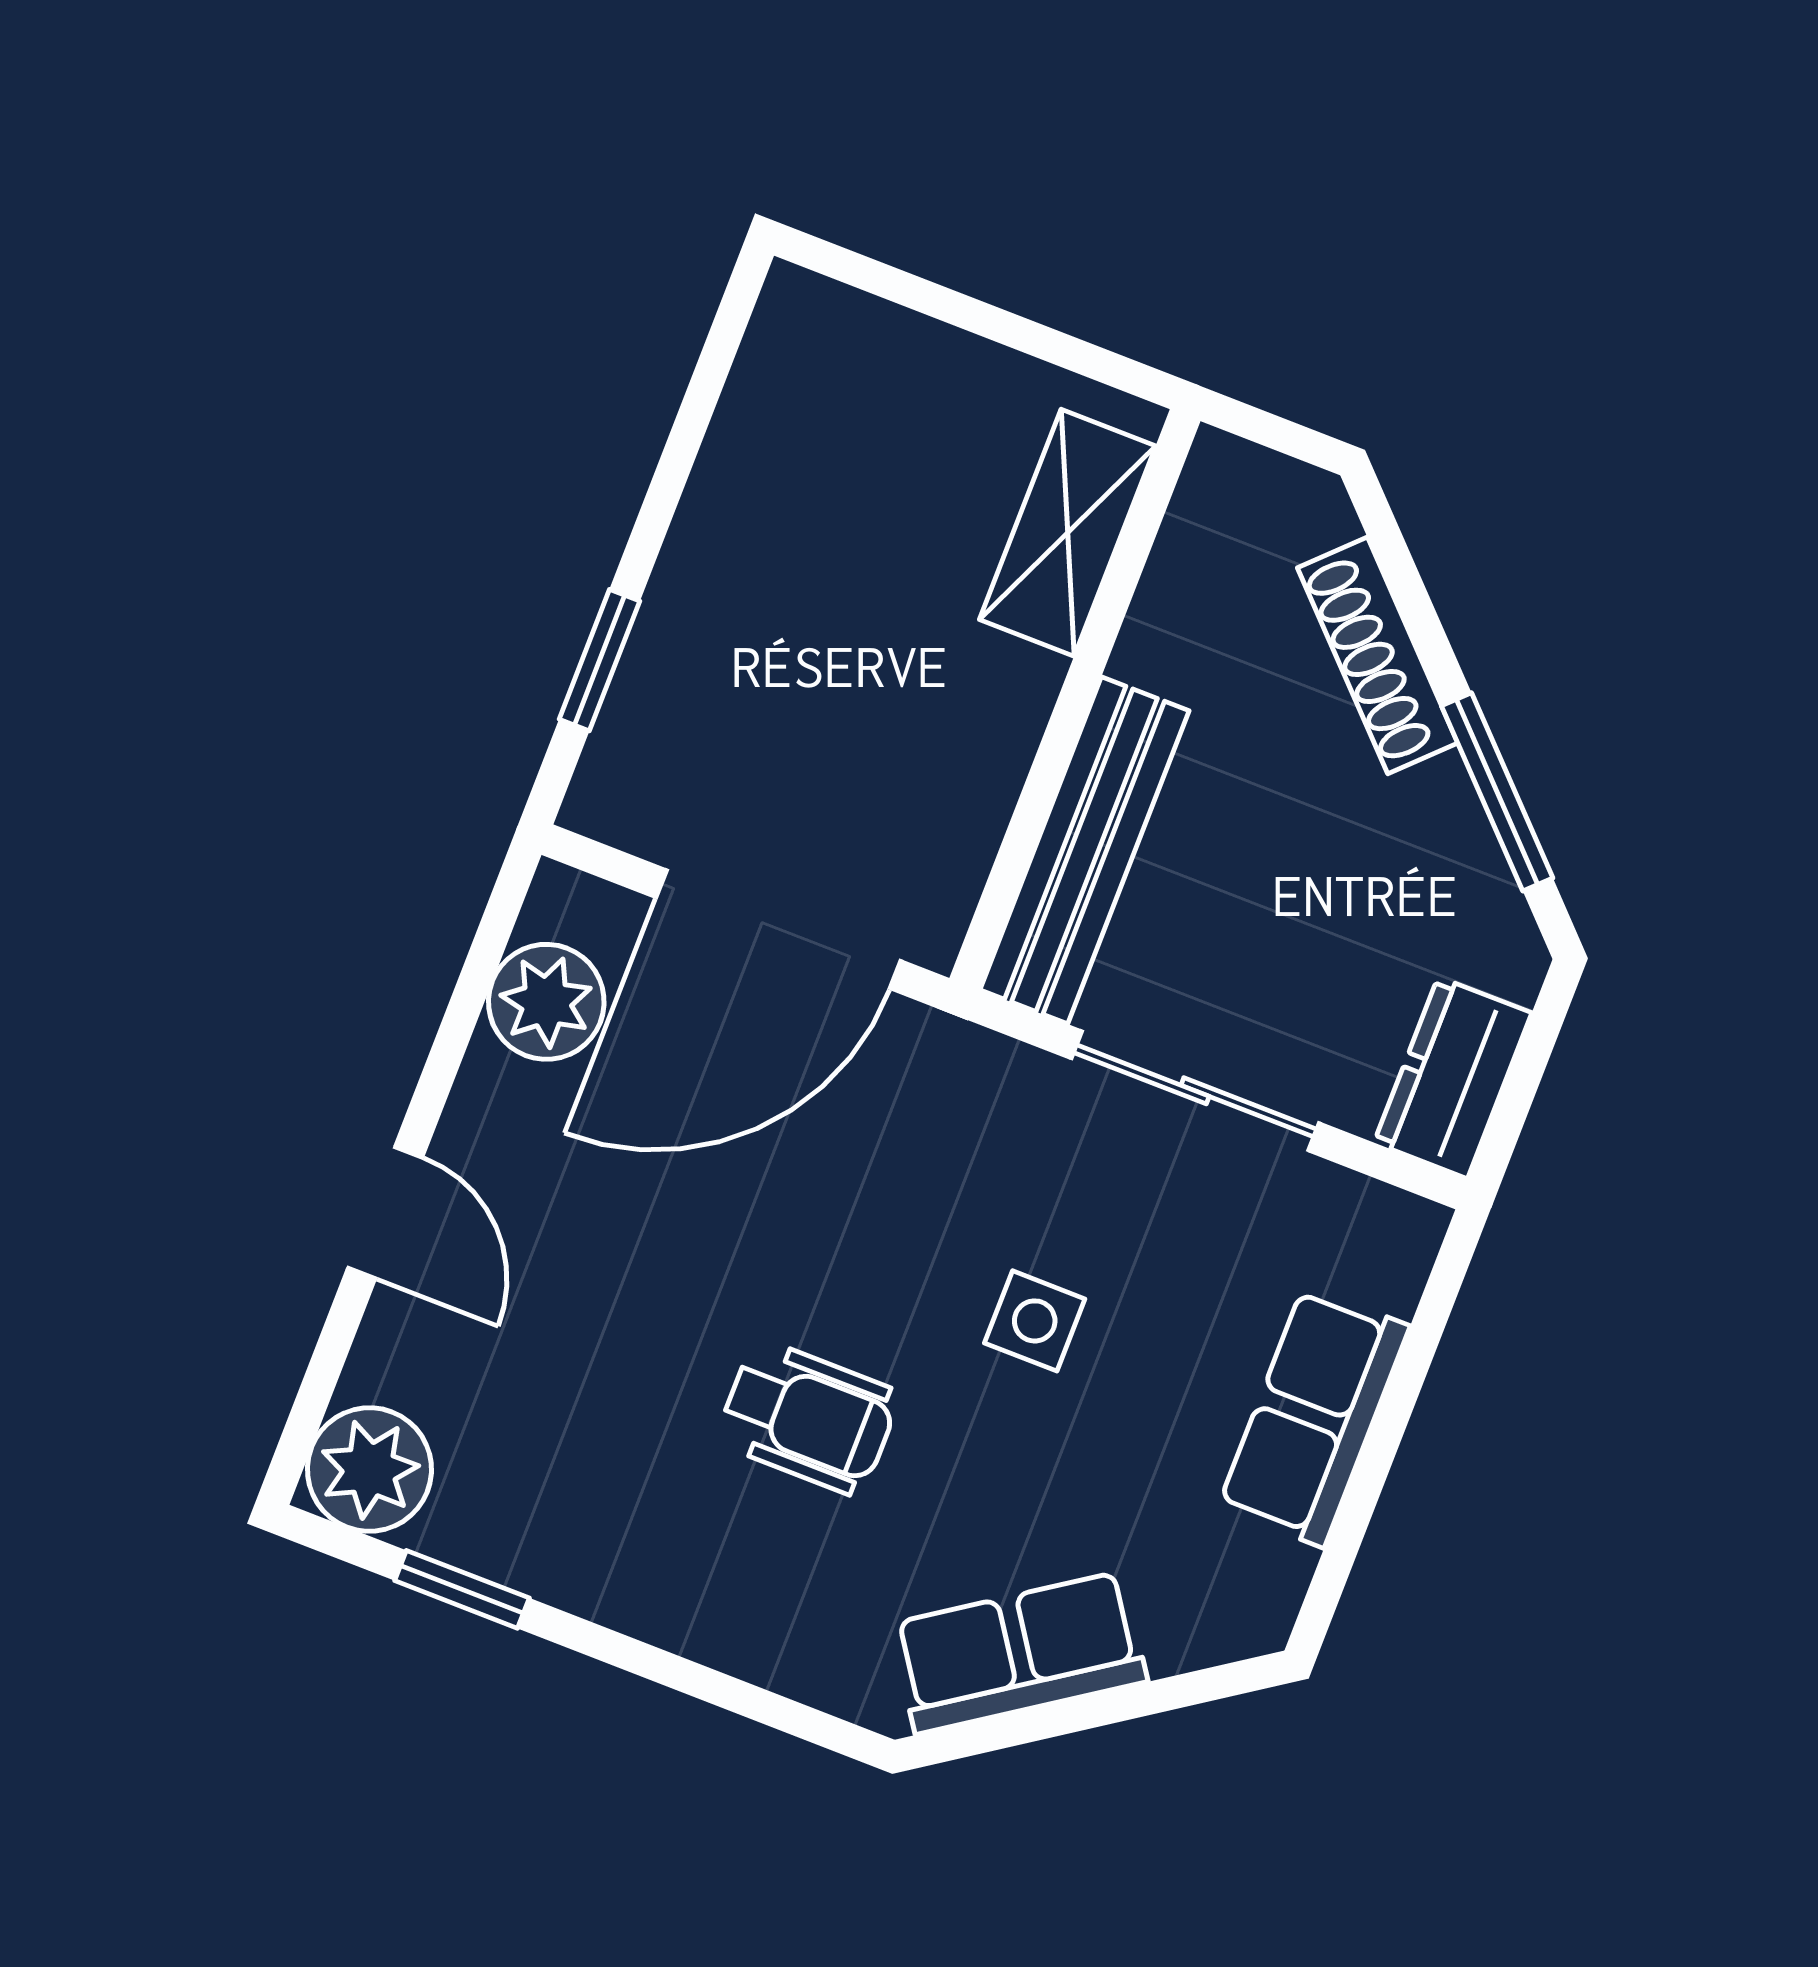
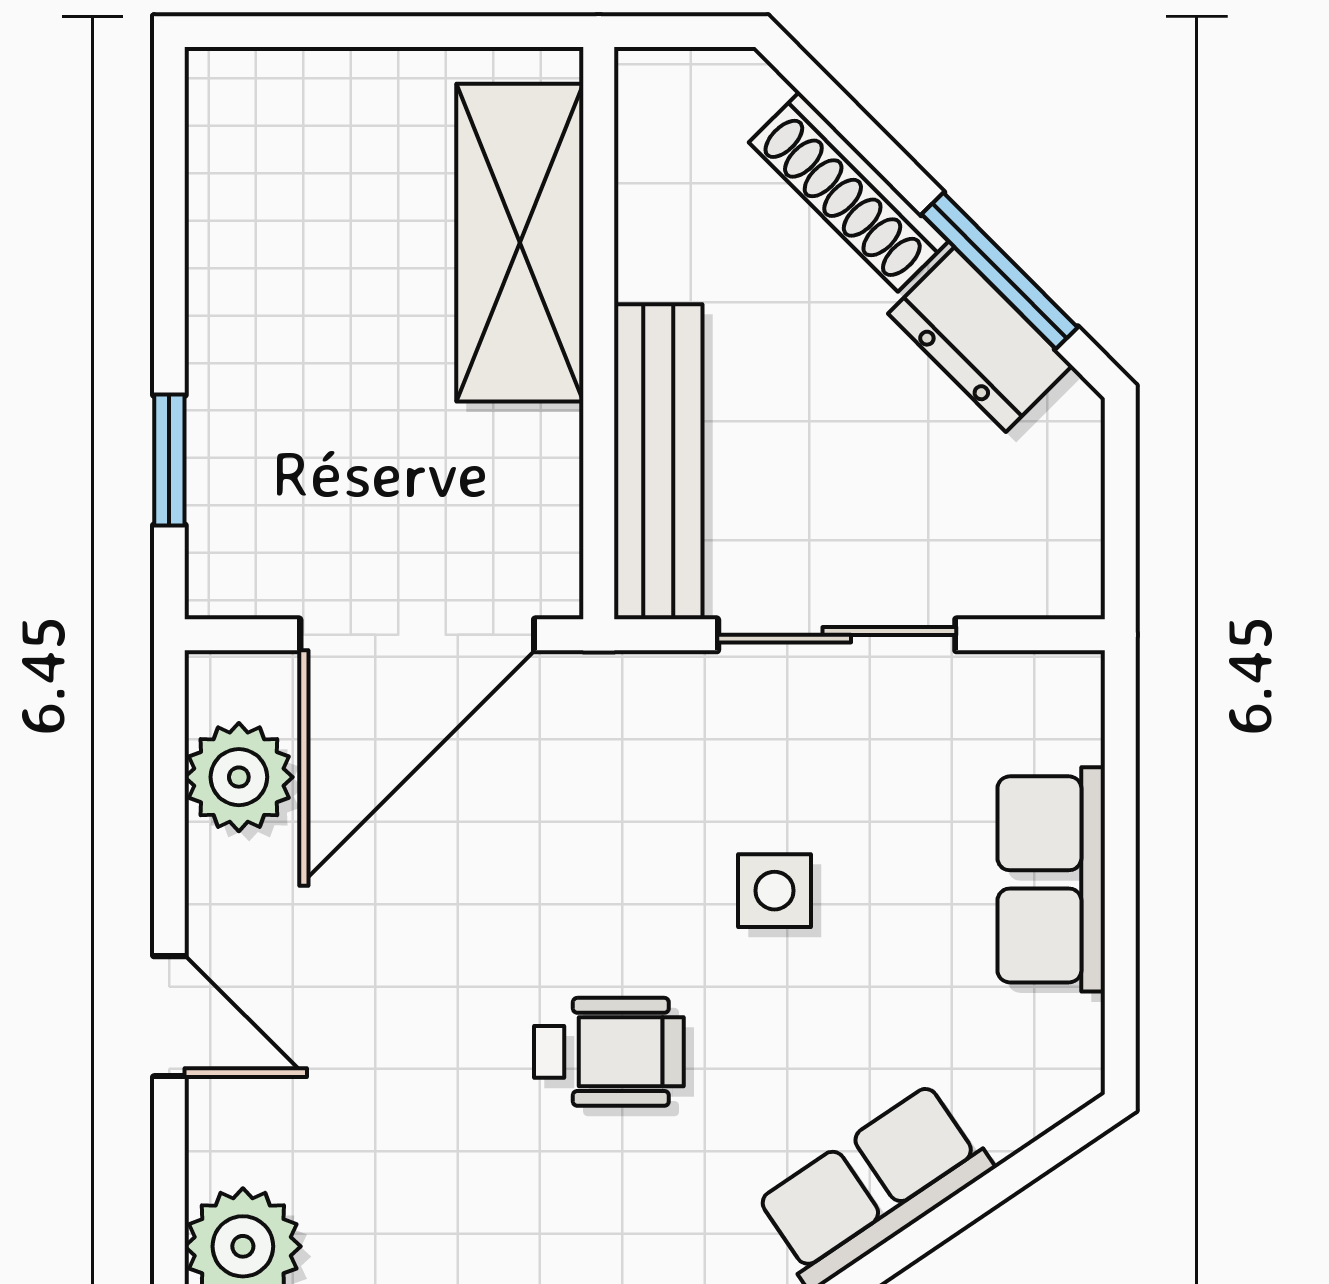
shelving: (1068, 533) -> (520, 243), width x1.50, depth x1.33
dresser: (1453, 1078) -> (980, 340), moved, turned -45

